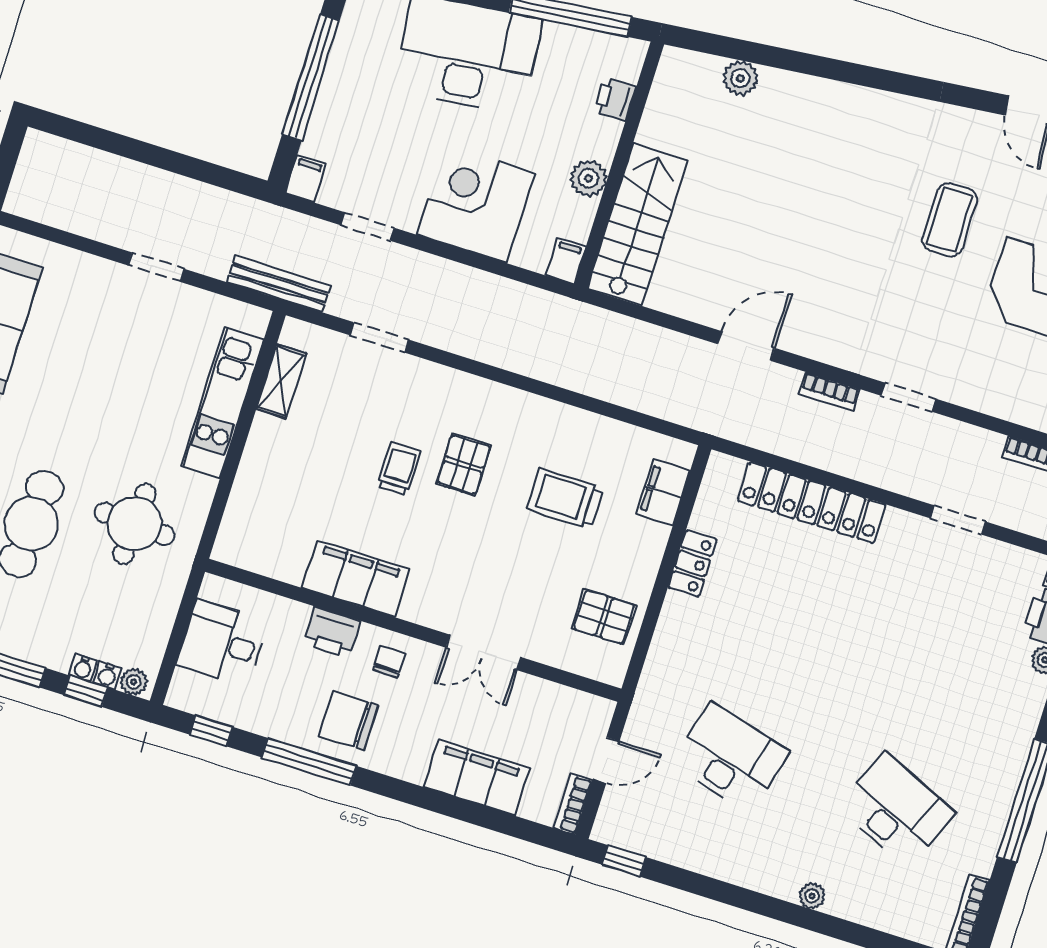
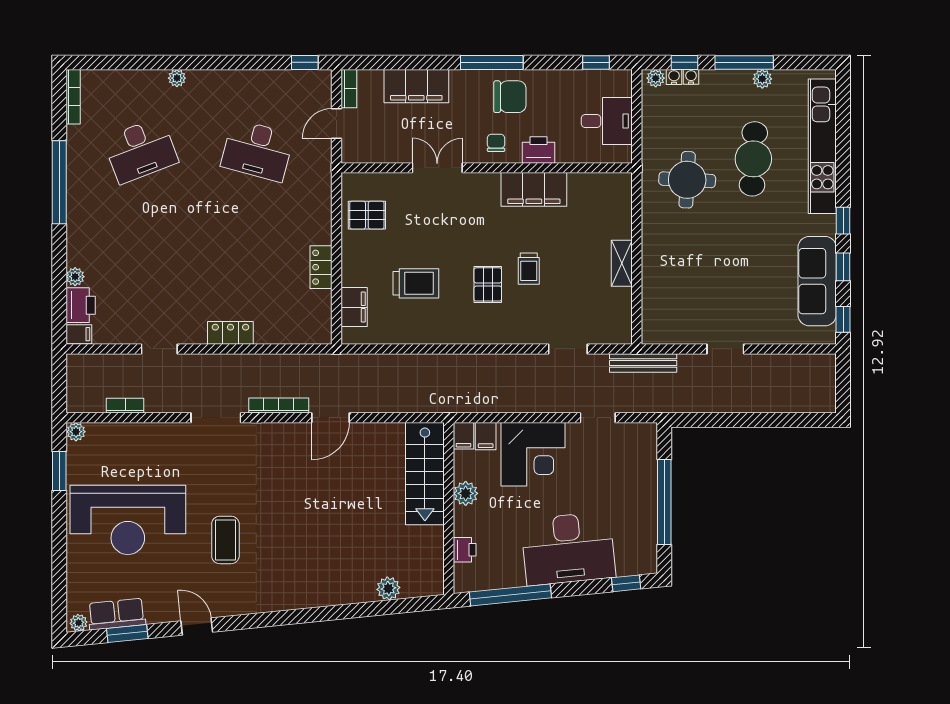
filing cabinet: (306, 179) -> (486, 436), moved
shelving: (281, 381) -> (622, 263), moved
bookcase: (829, 391) -> (279, 406), width x1.56
doorway: (909, 397) -> (216, 418), width x1.38
kitchen unit: (222, 403) -> (655, 275), removed
locker: (812, 503) -> (230, 333), width x0.46, depth x0.83
chair: (389, 662) -> (496, 143), turned 180
window: (309, 762) -> (492, 62), moved
desk: (896, 810) -> (140, 150), turned -45

